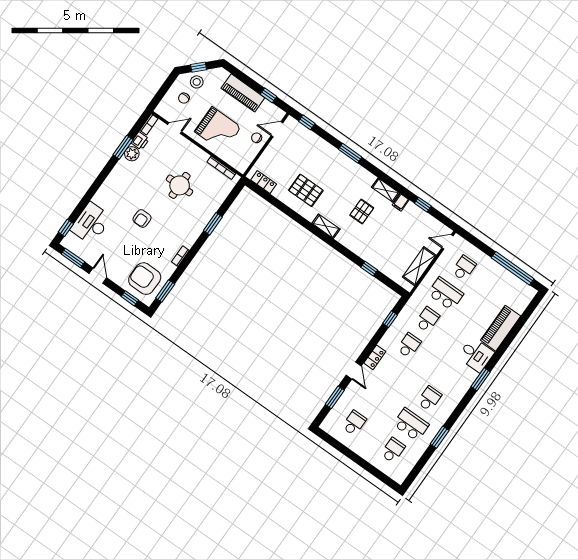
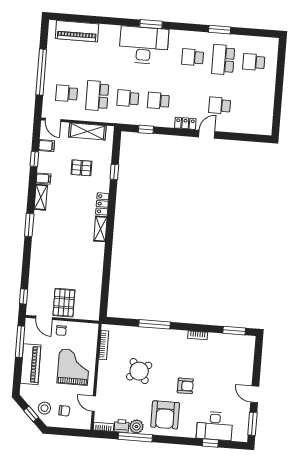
window: (269, 95) -> (20, 342), width x2.17
window: (123, 147) -> (135, 437), width x1.44
window: (350, 153) -> (29, 225), moved
locker: (264, 182) -> (102, 204), moved
round table: (180, 185) -> (139, 371), turned -36
pallet: (306, 190) -> (64, 303), moved
pallet: (362, 212) -> (81, 168), moved
filing cabinet: (428, 223) -> (47, 146), added
window: (213, 224) -> (155, 324), width x1.44
window: (66, 228) -> (210, 443), moved
window: (513, 268) -> (41, 72), moved
door: (98, 276) -> (255, 394), hinge flipped
armchair: (145, 279) -> (165, 415), moved
window: (130, 298) -> (258, 356), removed
piano: (501, 328) -> (77, 31), moved
desk: (476, 355) -> (144, 45), width x1.87, depth x1.30
window: (335, 397) -> (239, 137), removed
school desk: (354, 423) -> (220, 105), moved

